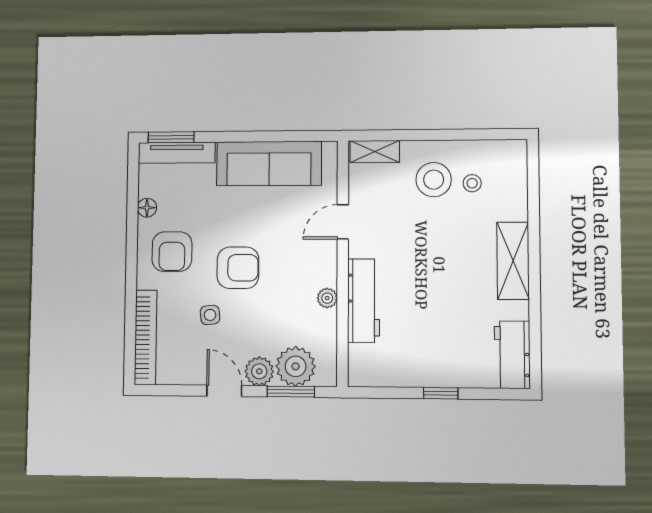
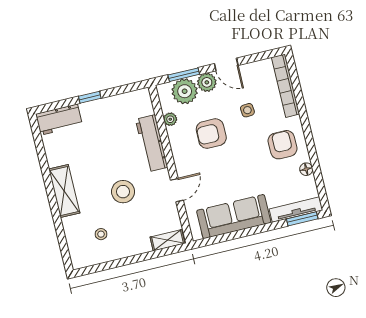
stool: (434, 180) -> (123, 192), moved
armchair: (238, 268) -> (211, 134), moved
plant: (327, 298) -> (170, 119), moved
workbench: (512, 355) -> (59, 120), moved, turned 90

